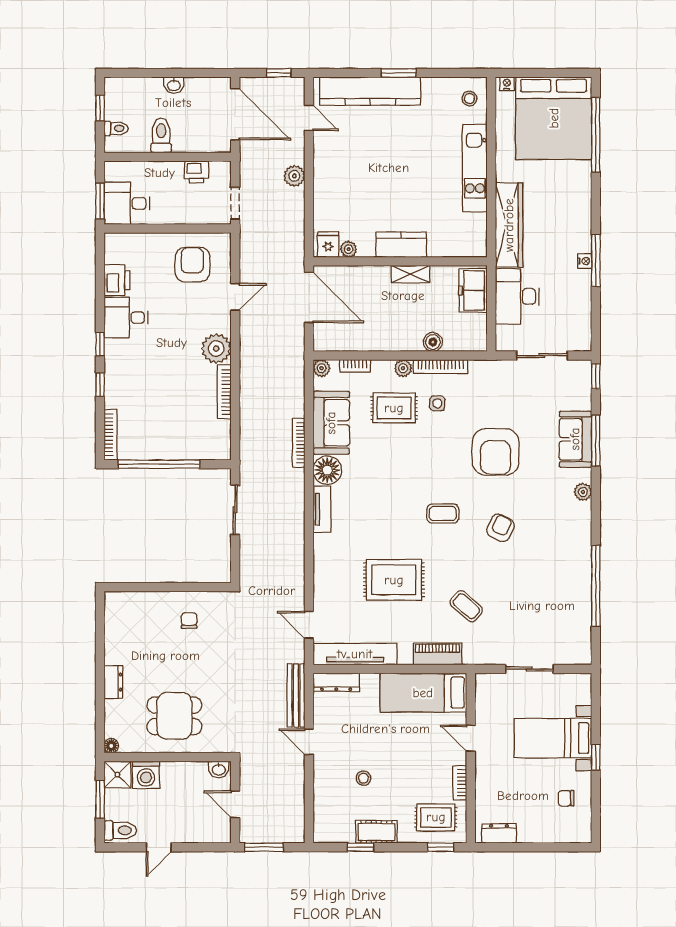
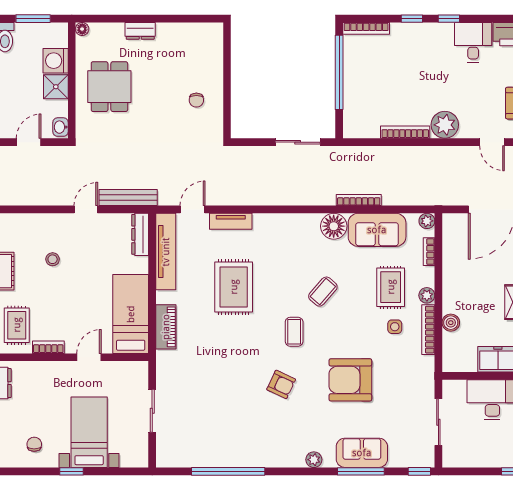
tv unit: (322, 509) -> (231, 221), moved
coffee table: (466, 606) -> (323, 292), moved
chair: (189, 621) -> (196, 100), turned 90
shower: (117, 775) -> (56, 87), moved

